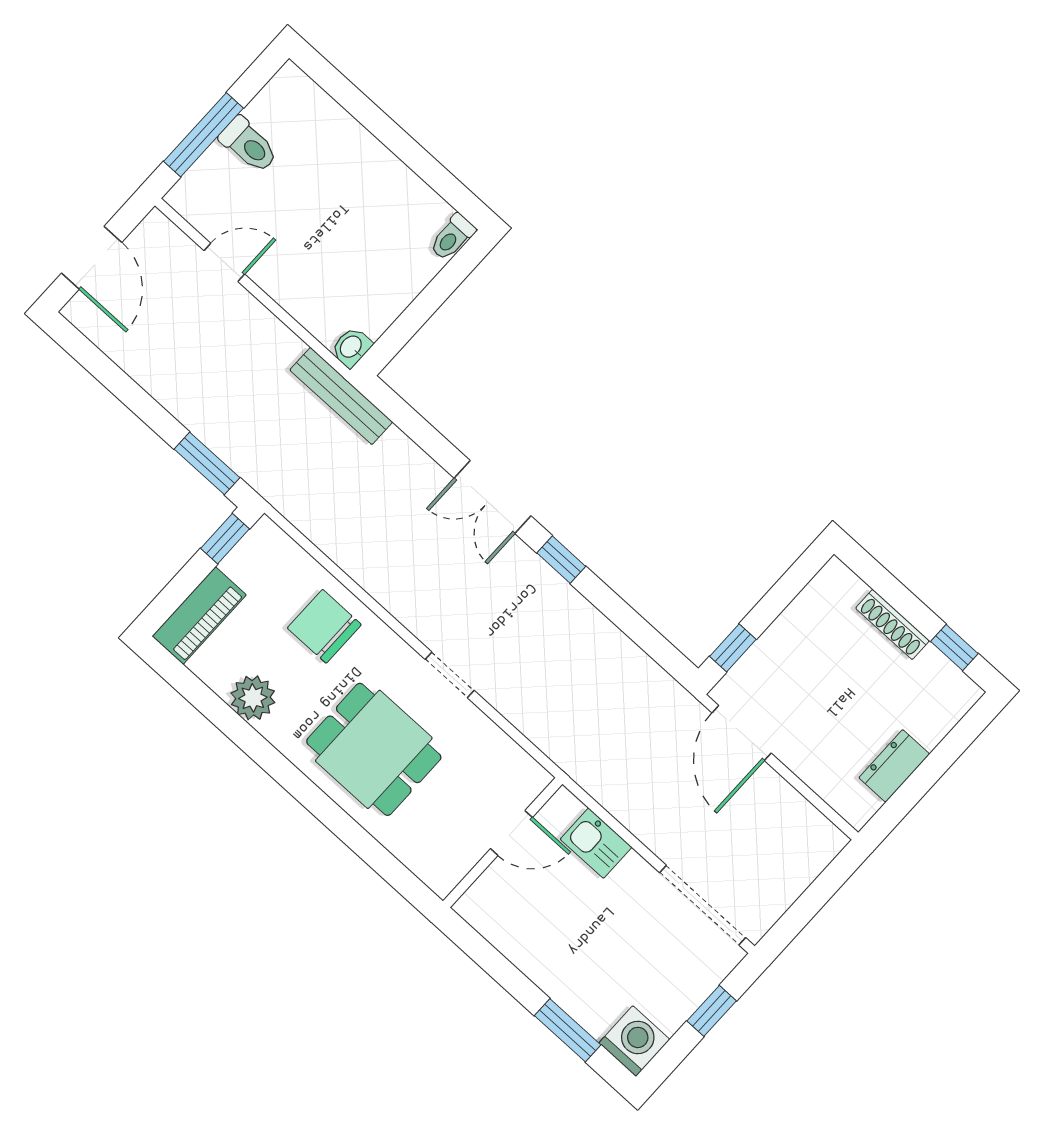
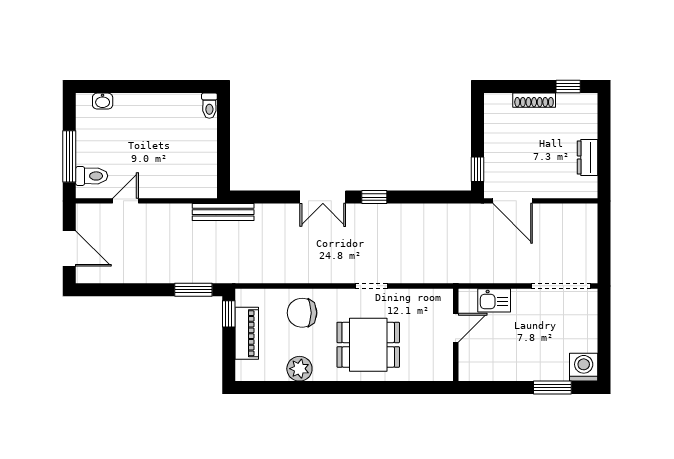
toilet: (249, 145) -> (92, 176), moved
washbasin: (351, 347) -> (103, 101), moved, turned -90
piano: (199, 616) -> (247, 333), moved
window: (712, 1011) -> (604, 326), removed

